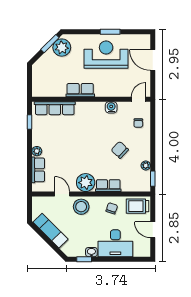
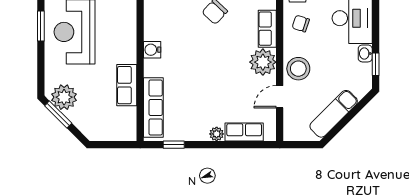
row of seats: (80, 90) -> (127, 85), moved
water cooler: (111, 107) -> (152, 50), moved

